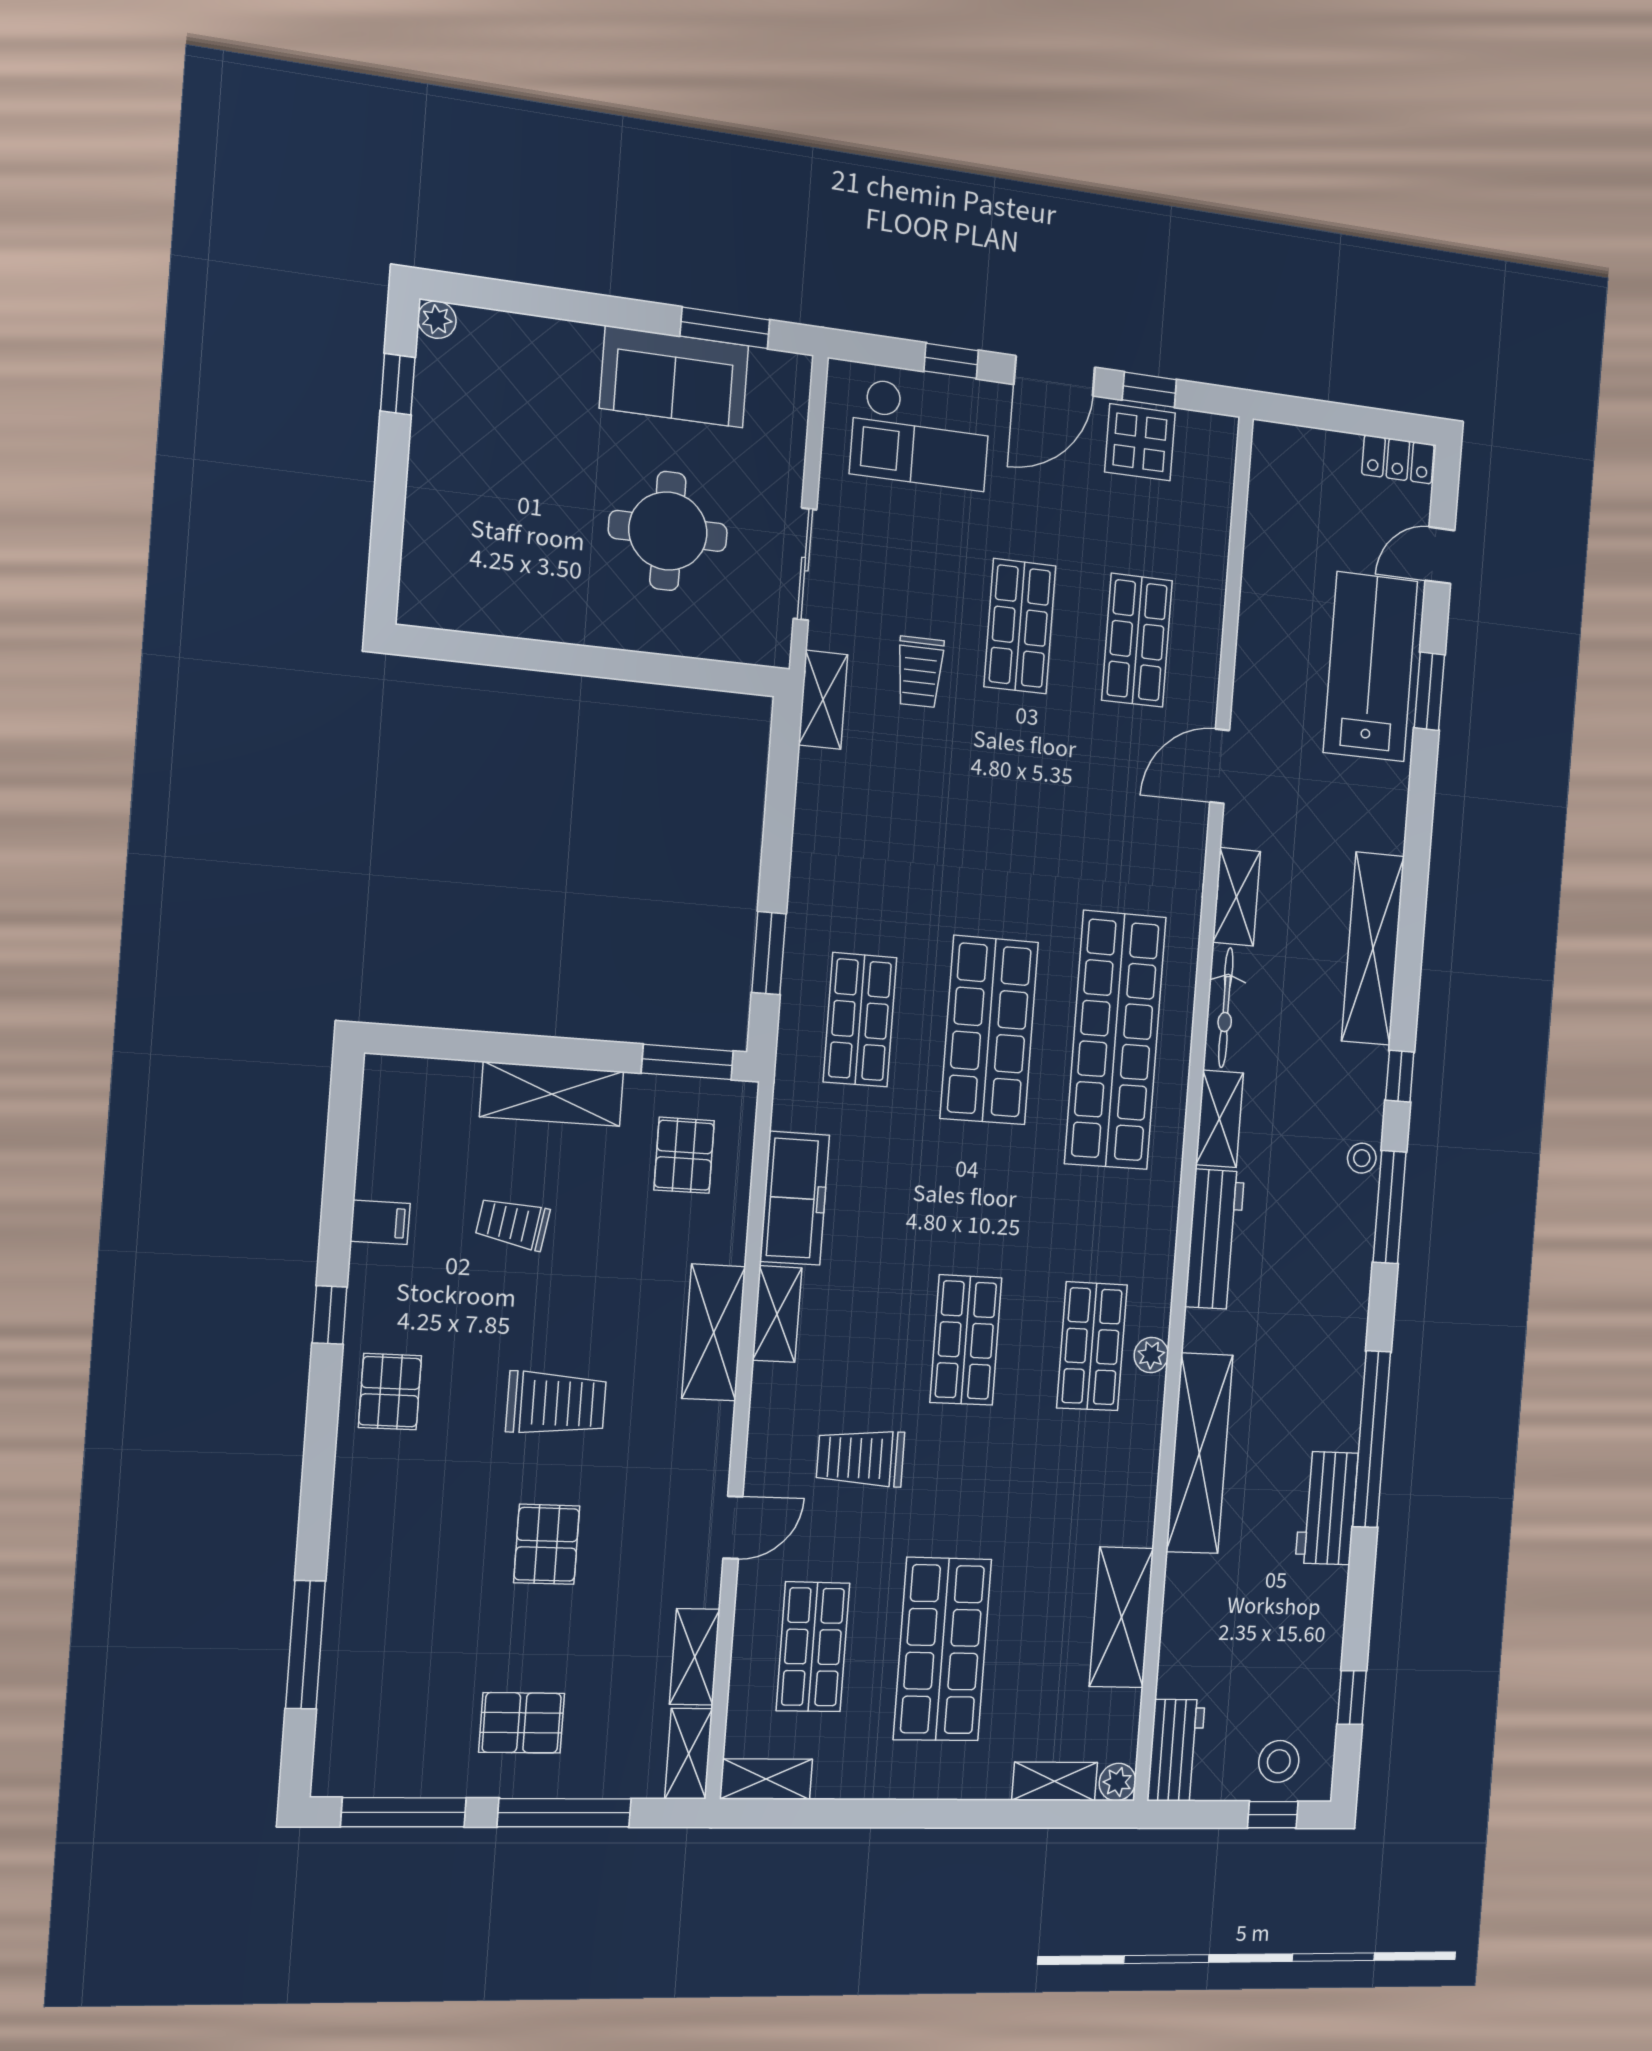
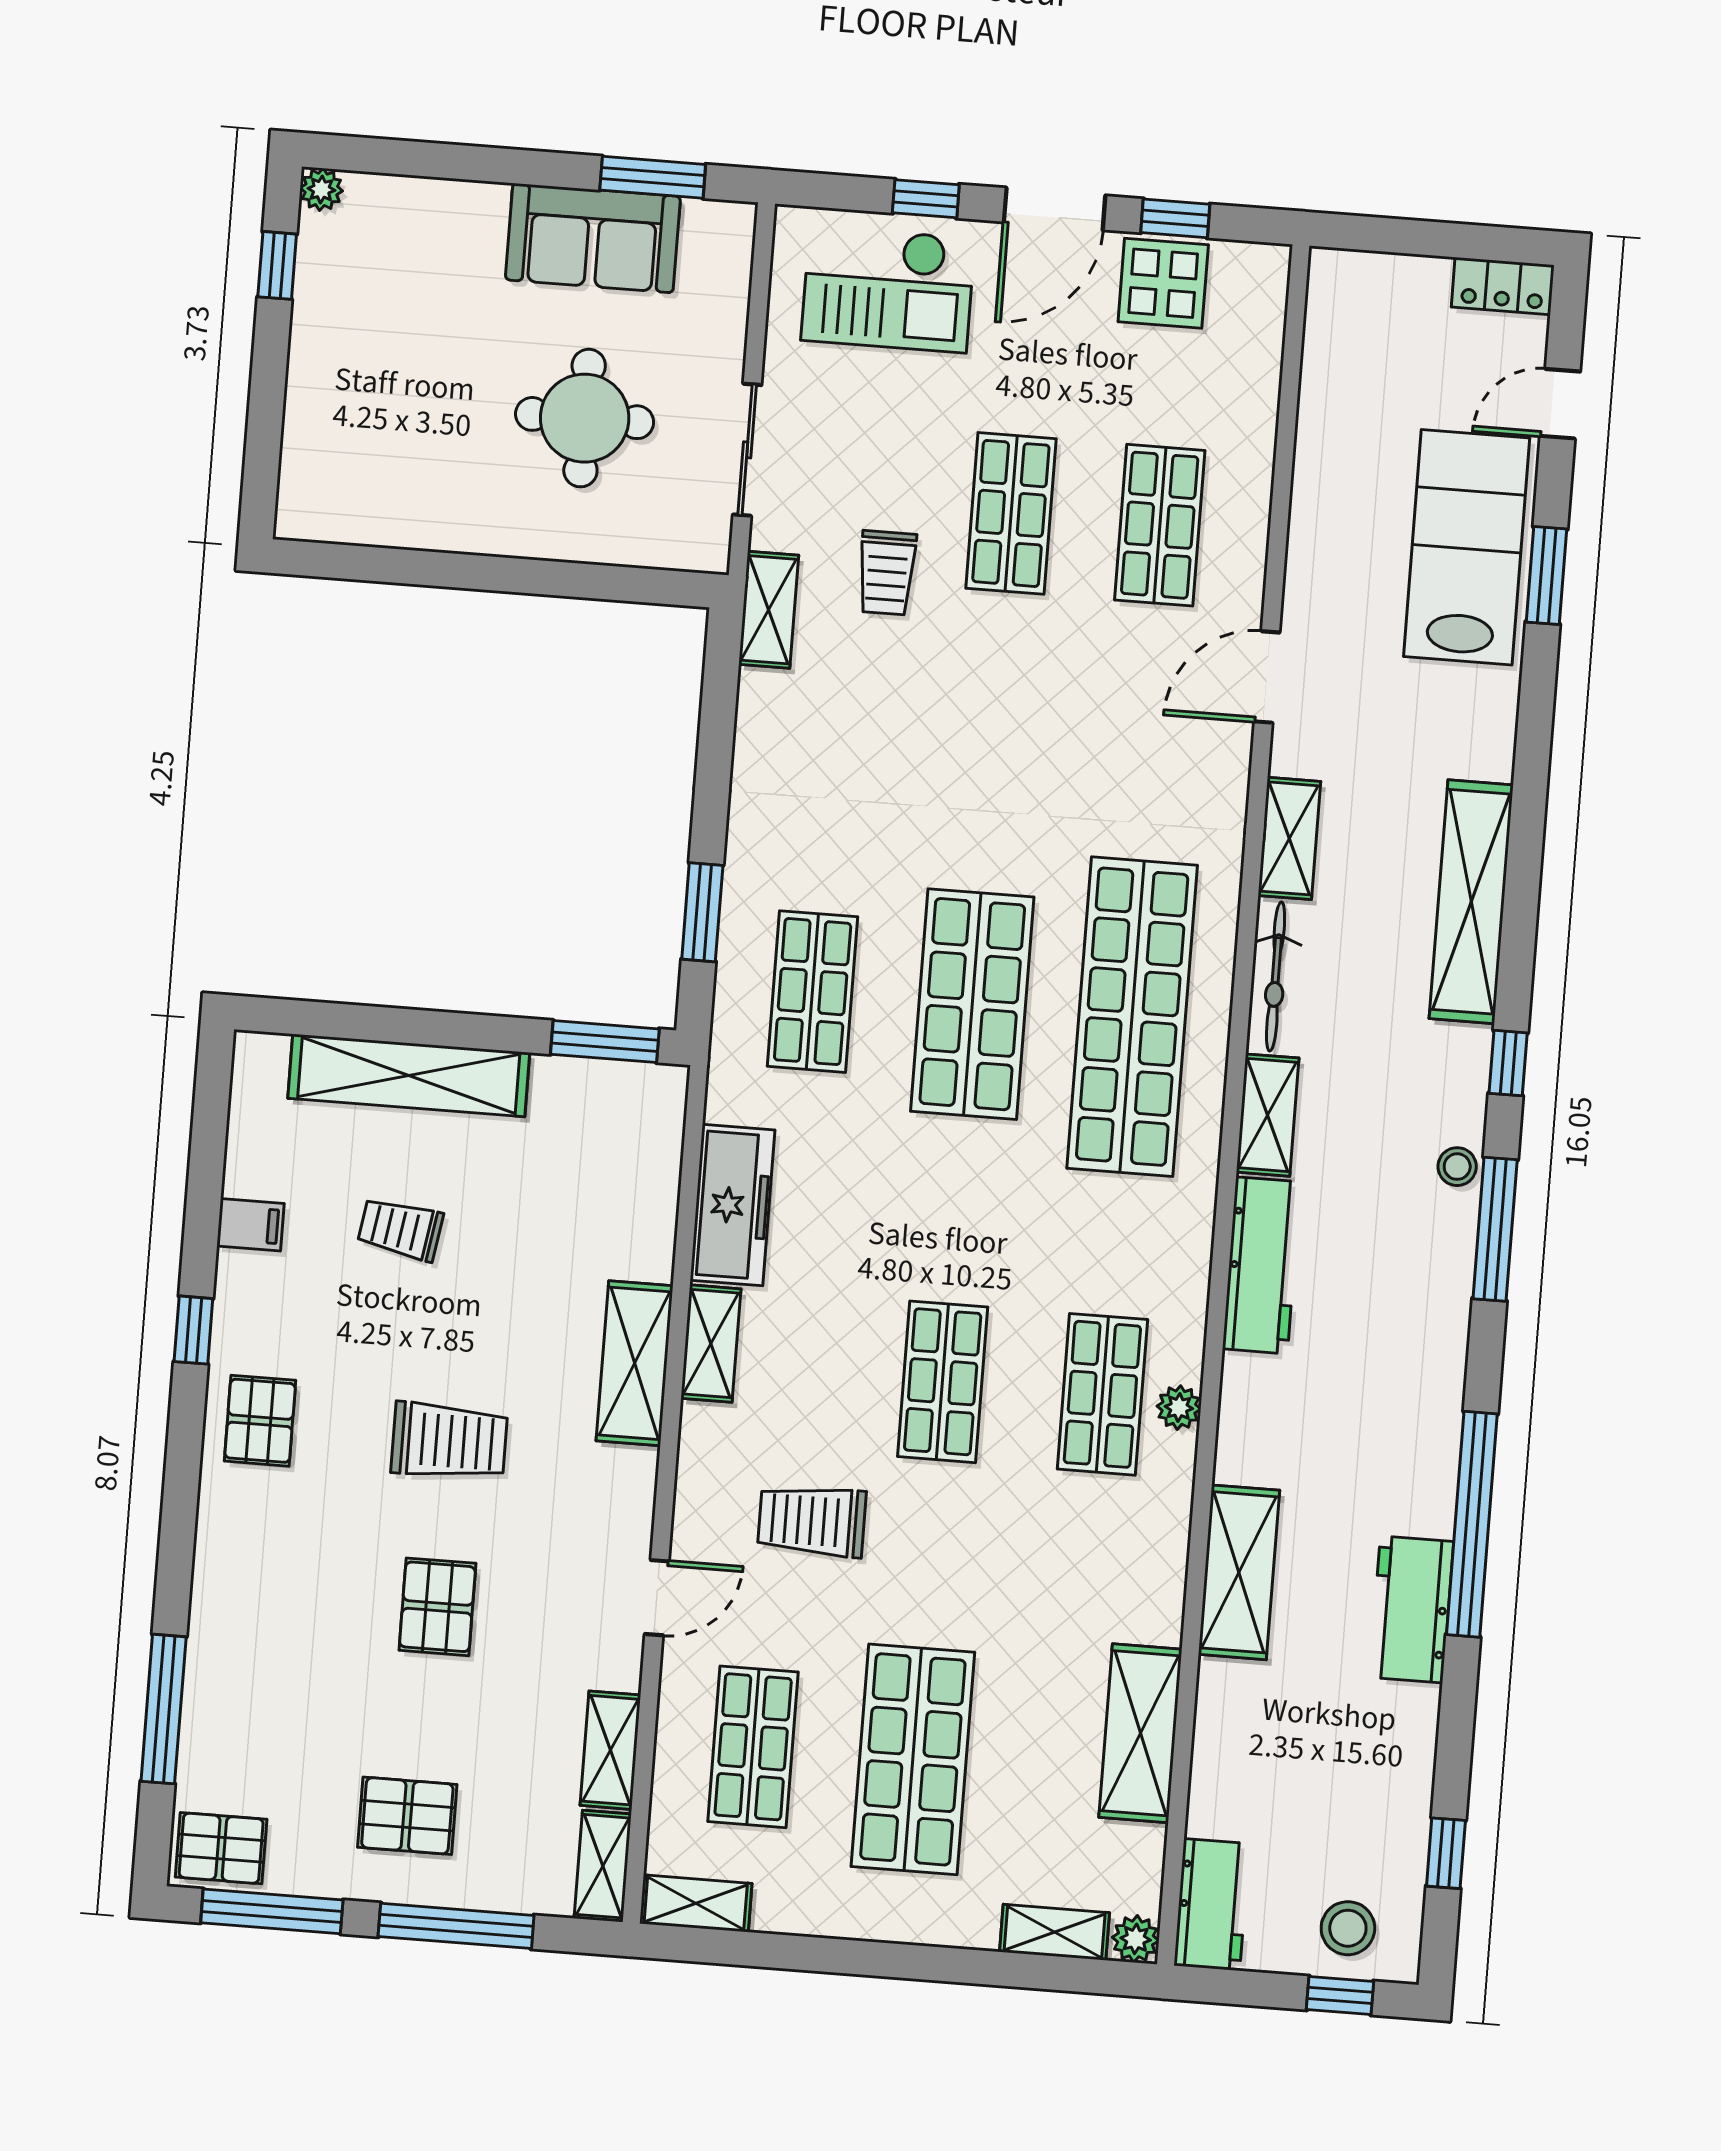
shelving: (552, 1094) -> (409, 1075), width x1.47
pallet: (684, 1155) -> (221, 1848), moved, turned 90
shelving: (1200, 1453) -> (1239, 1572), width x0.68

